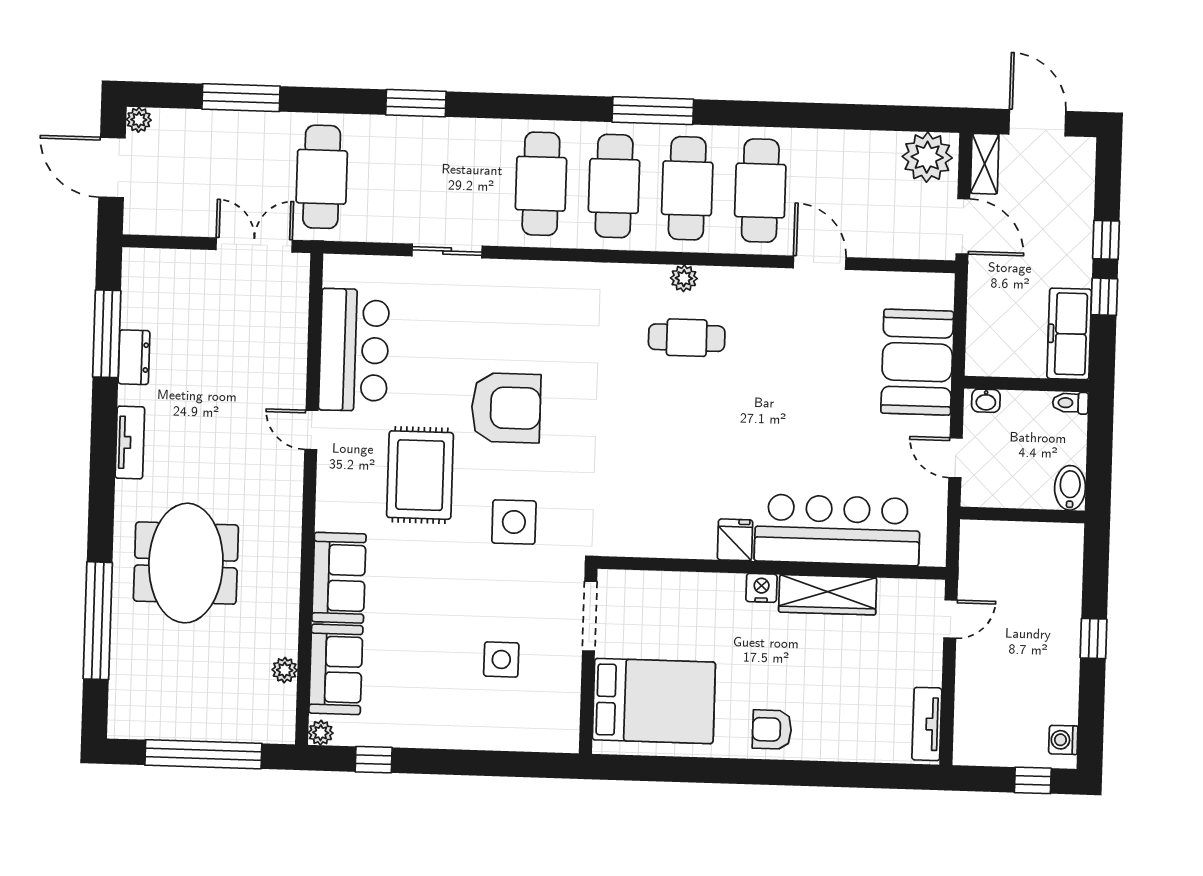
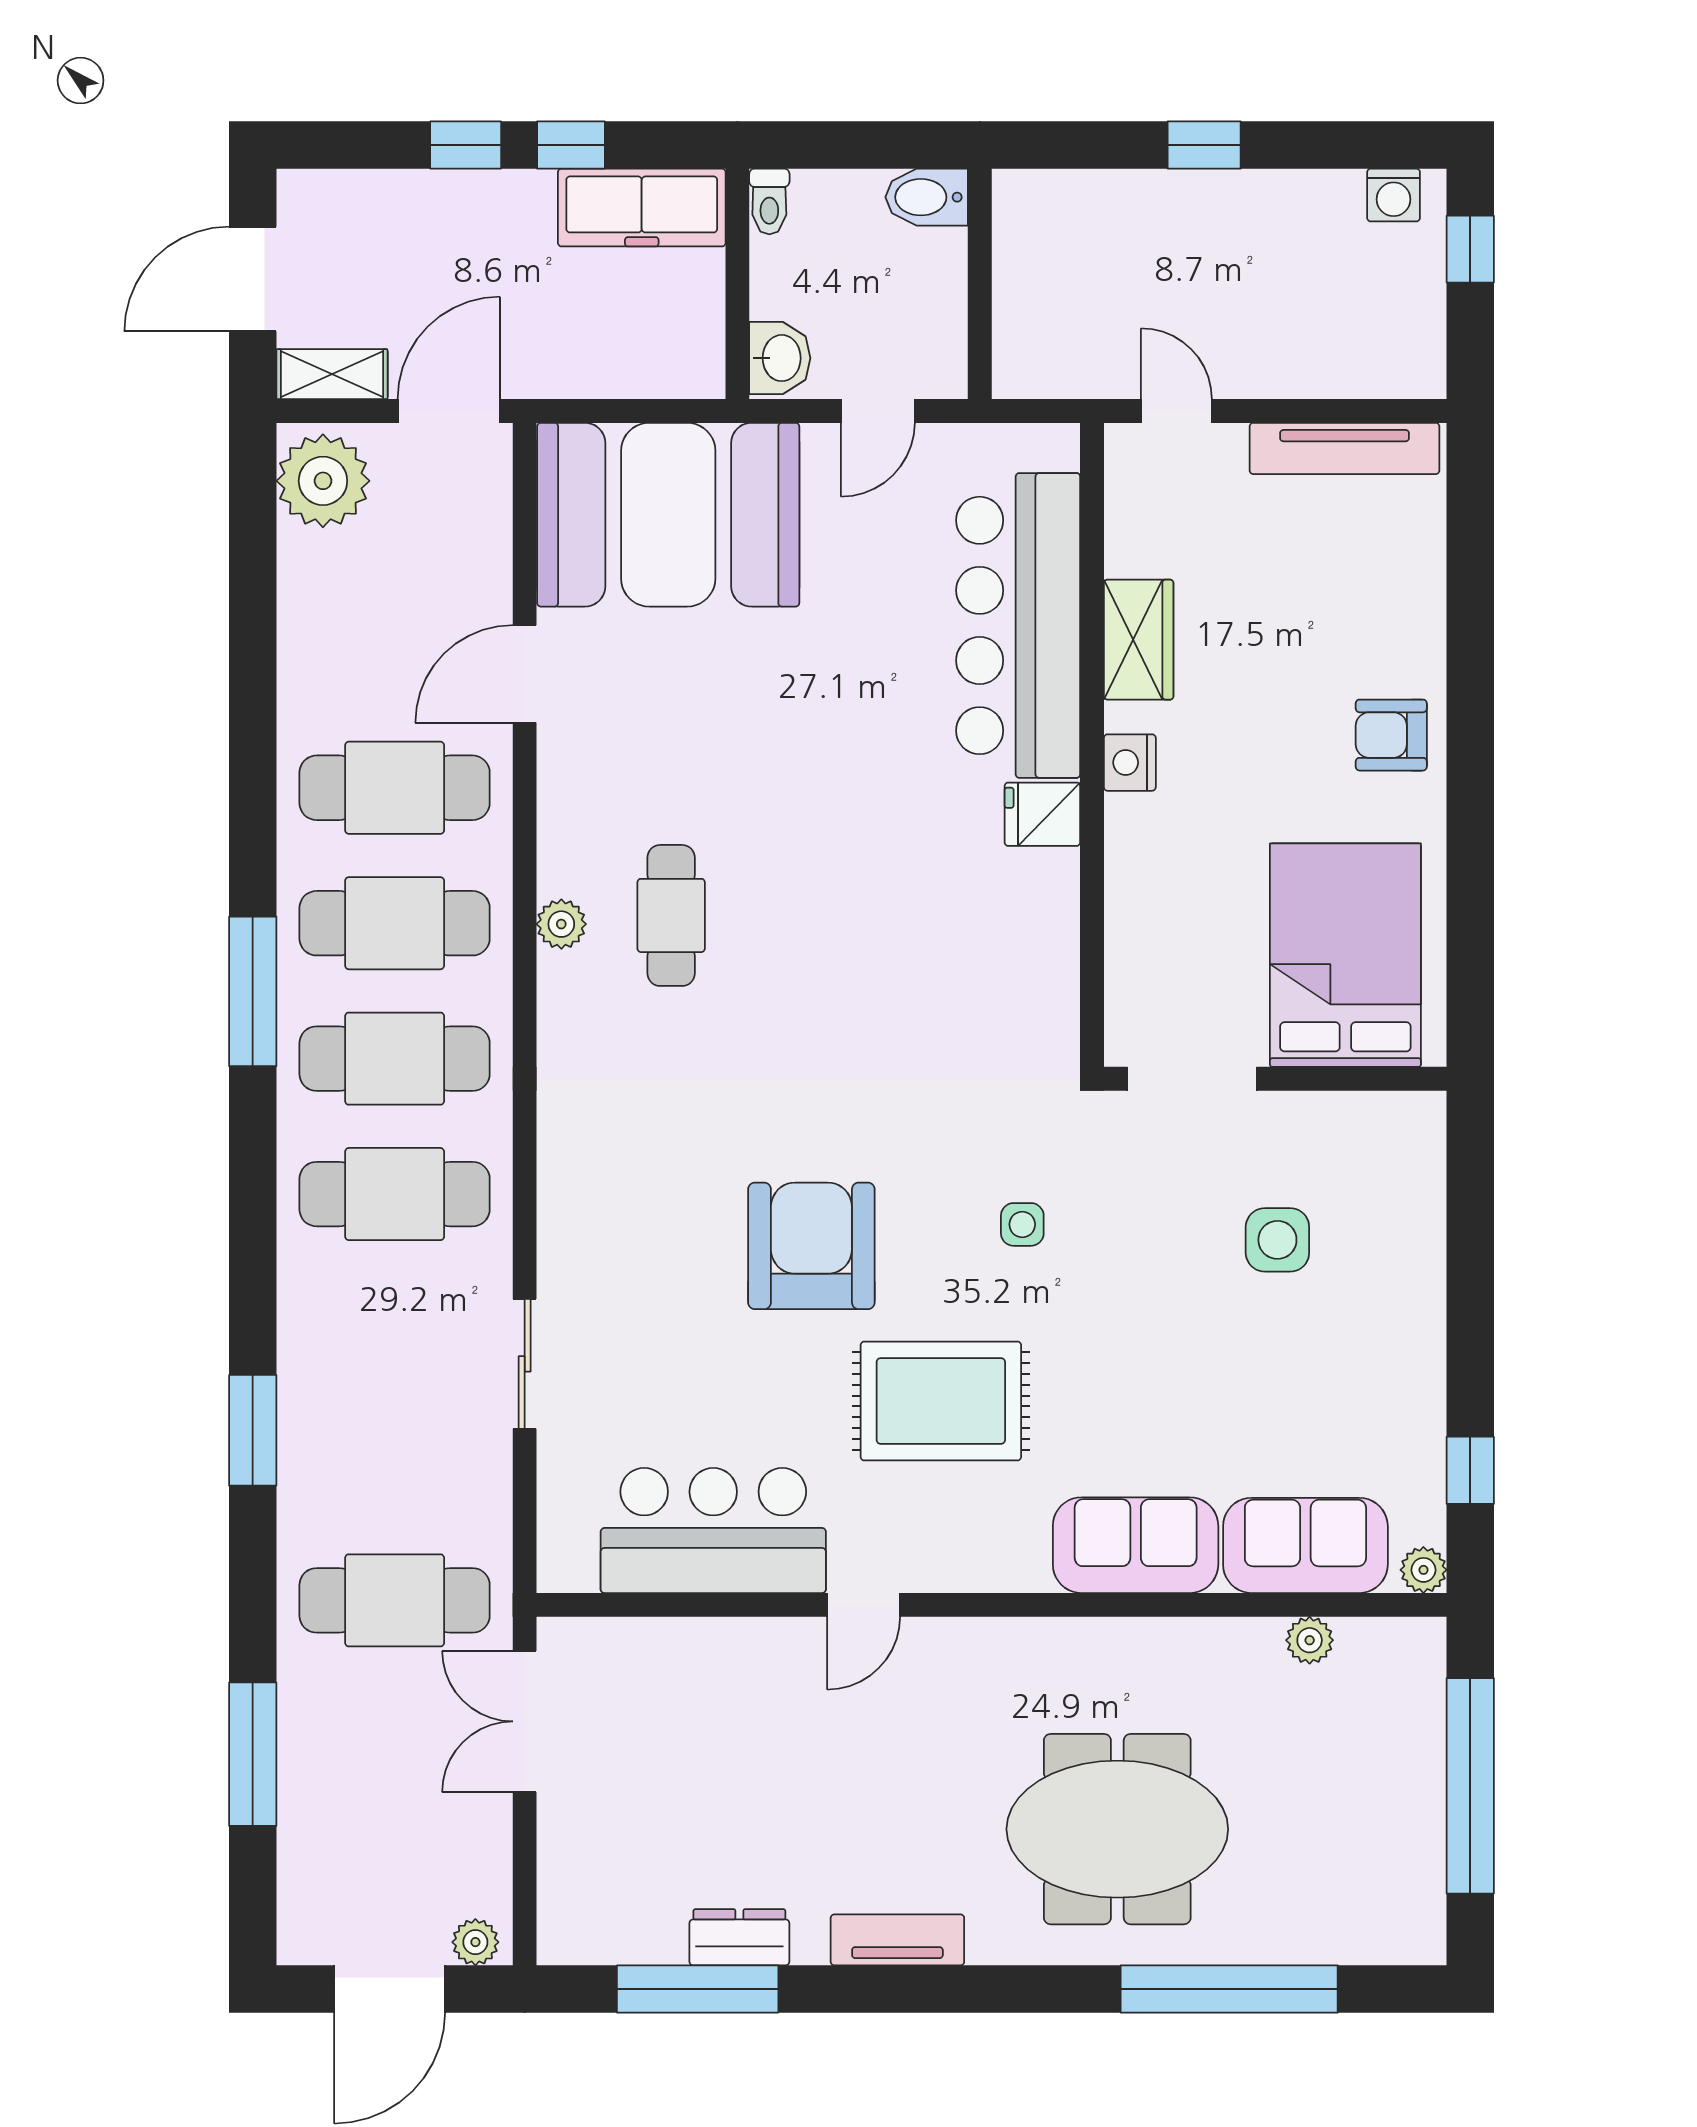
plant: (139, 120) -> (475, 1942), moved
booth: (917, 362) -> (668, 515), width x1.36, depth x1.42
washbasin: (986, 401) -> (780, 358), width x1.38, depth x1.45
side table: (514, 522) -> (1022, 1224), width x0.54, depth x0.54
wardrobe: (828, 595) -> (1139, 640), width x0.67
tv unit: (927, 724) -> (1345, 448), width x1.41
armchair: (772, 729) -> (1391, 735), turned 90

